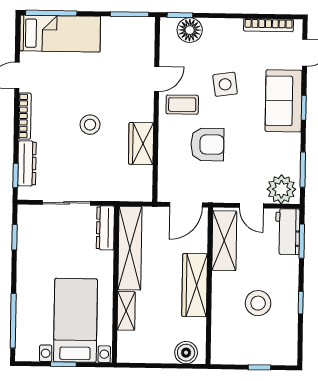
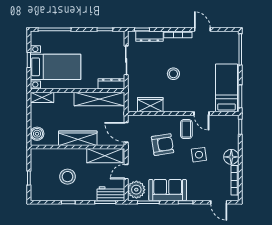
floor lamp: (190, 30) -> (231, 157), moved
bed: (60, 34) -> (226, 88), moved, turned 180
sofa: (284, 101) -> (168, 190), moved
wardrobe: (141, 143) -> (150, 105), moved
armchair: (207, 144) -> (163, 145), turned -99
shelving: (126, 311) -> (42, 97), moved

